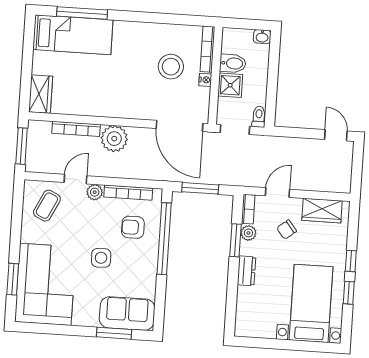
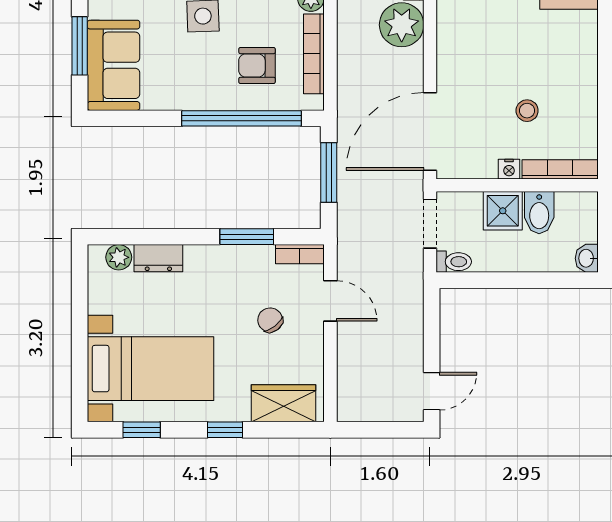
stool: (171, 67) -> (527, 111), width x0.53, depth x0.53
wardrobe: (322, 211) -> (283, 403), moved, turned 90
armchair: (133, 227) -> (257, 65), turned -90
plant: (248, 233) -> (119, 257), moved
dresser: (246, 271) -> (158, 258), moved
window: (349, 293) -> (142, 430), moved

